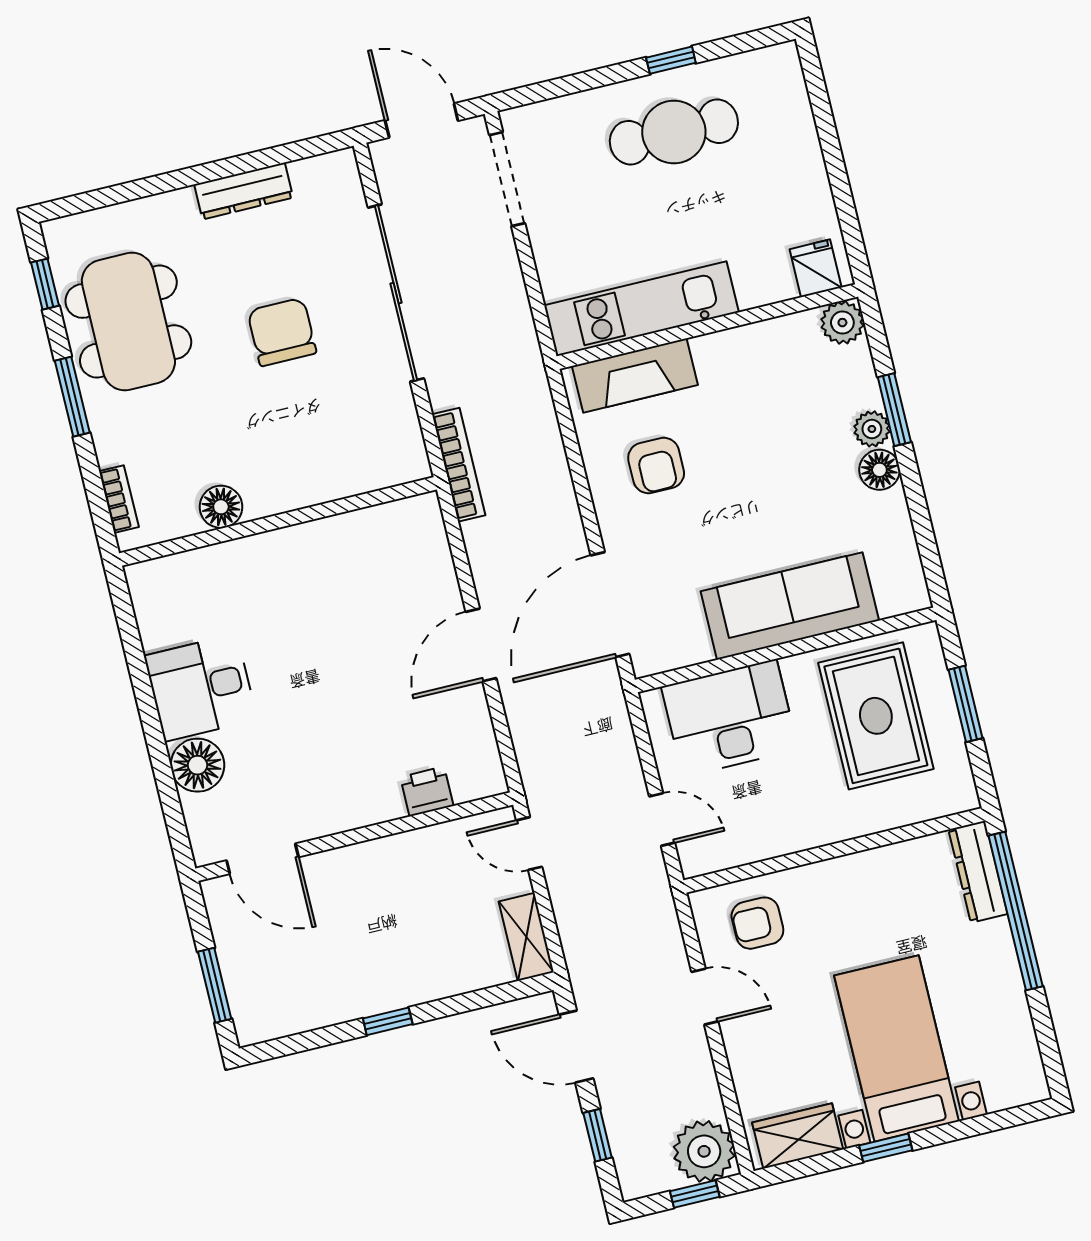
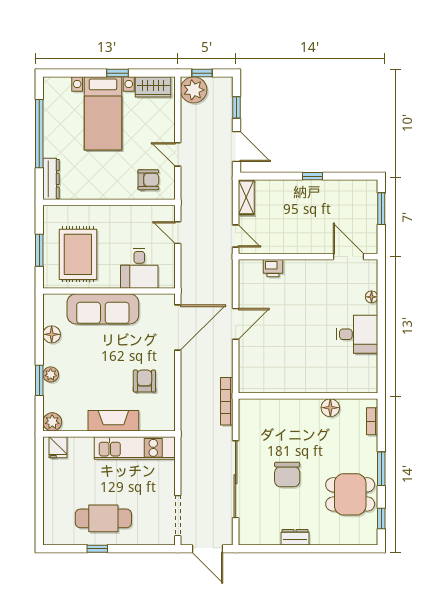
dresser: (244, 191) -> (295, 537), width x0.70
dining table: (128, 322) -> (350, 494), width x0.73
fireplace: (635, 375) -> (113, 421), moved
floor lamp: (879, 470) -> (52, 334), moved
desk: (730, 718) -> (139, 268), width x0.73
floor lamp: (197, 765) -> (372, 297), width x0.53, depth x0.53
window: (1016, 911) -> (39, 134), moved

